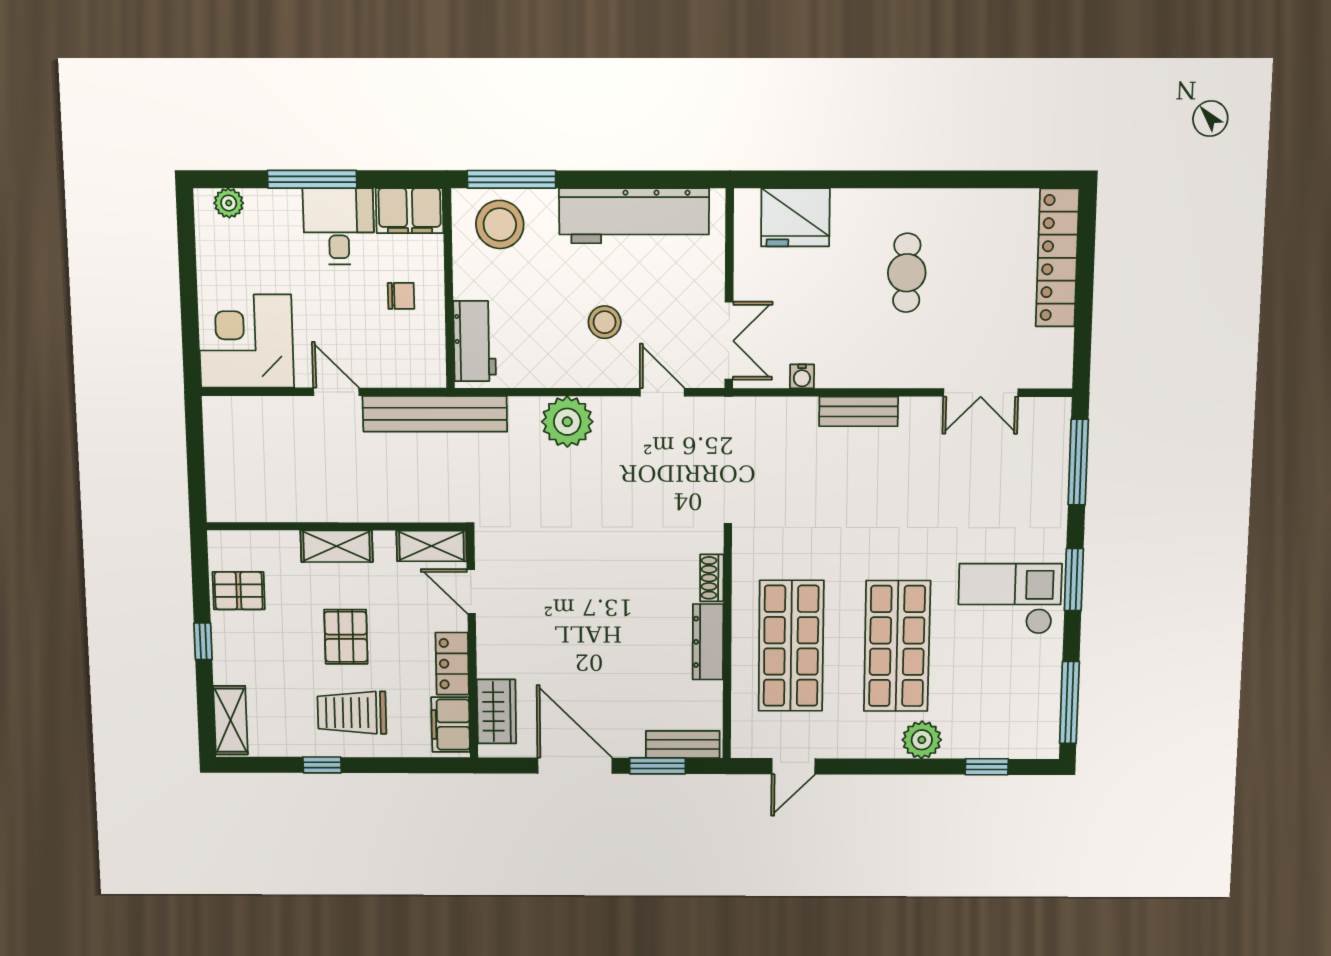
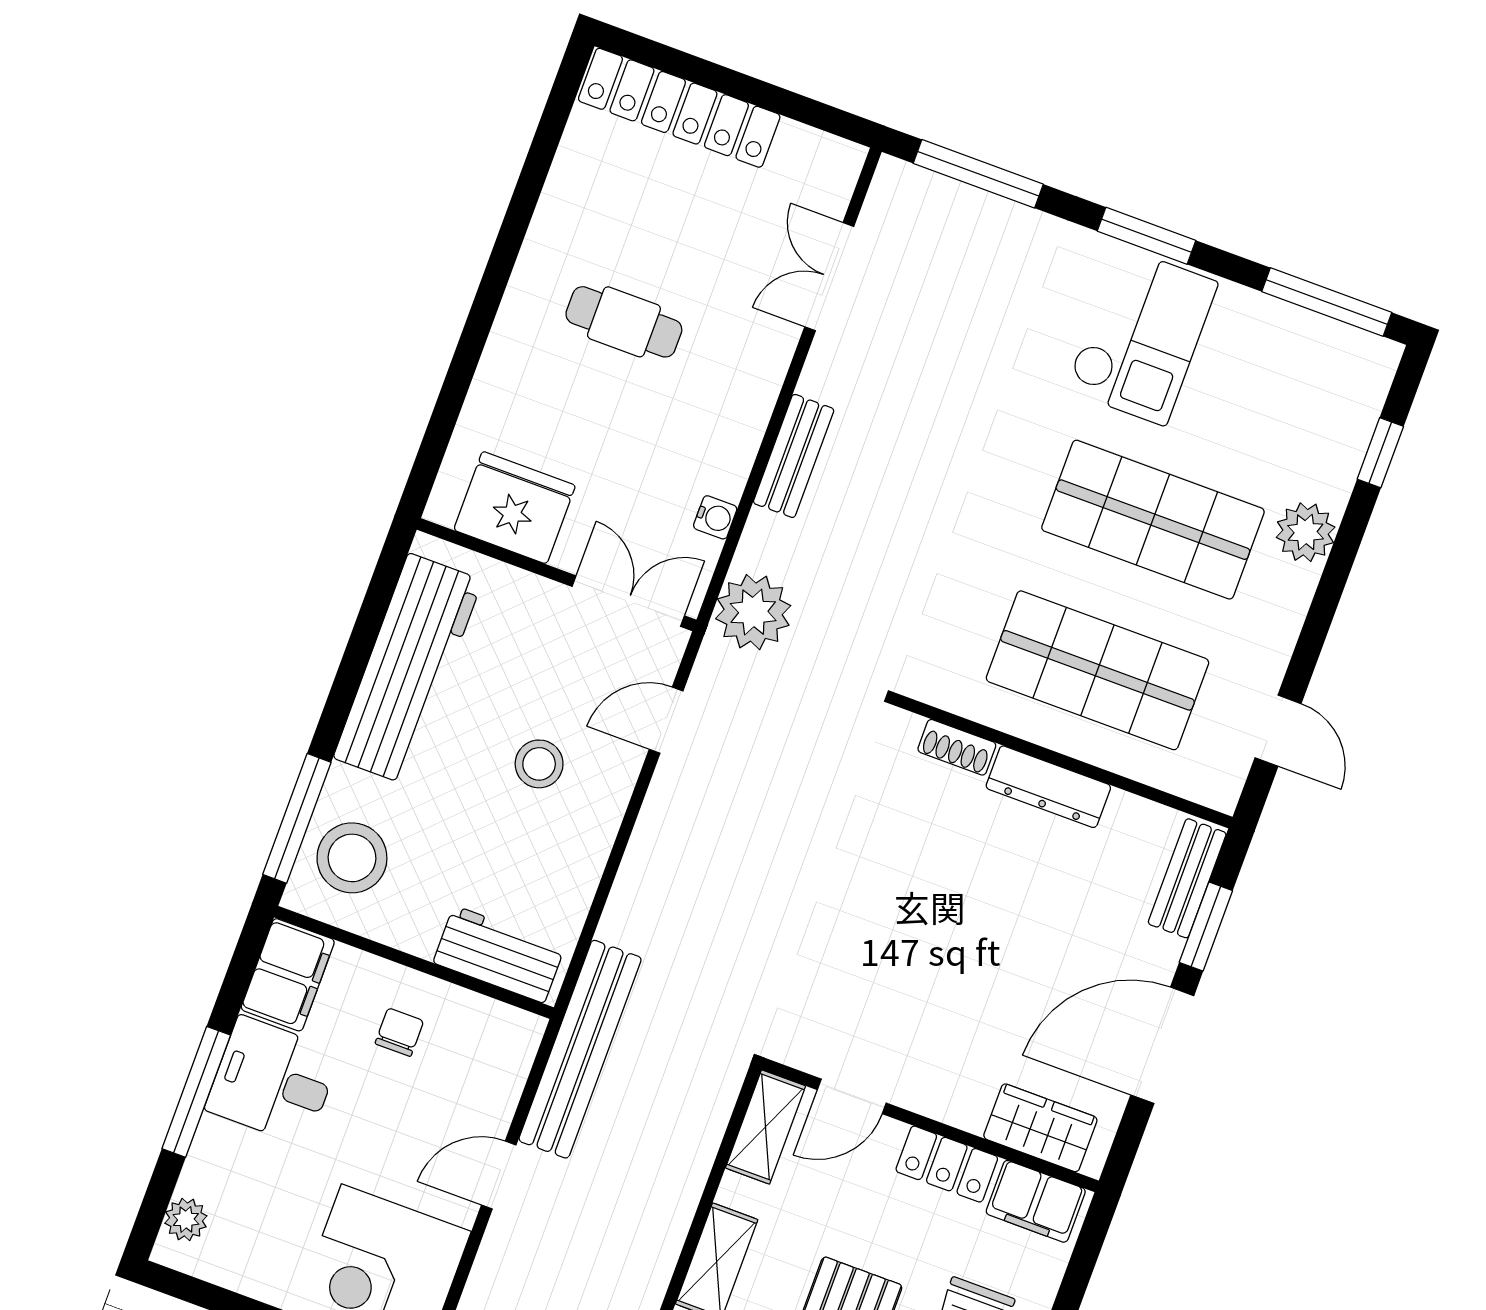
fridge: (795, 217) -> (515, 508), moved, turned -90
double door: (981, 393) -> (829, 277), swing flipped
plant: (567, 422) -> (753, 612), moved
checkout: (1010, 599) -> (1142, 336), turned 180

